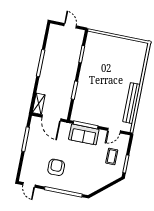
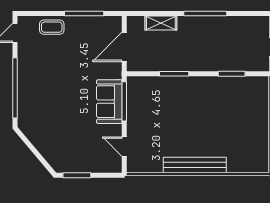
bench: (131, 103) -> (195, 165), moved
shelving: (39, 104) -> (161, 23), moved
coffee table: (112, 156) -> (52, 27), moved
armchair: (56, 167) -> (50, 69), removed

